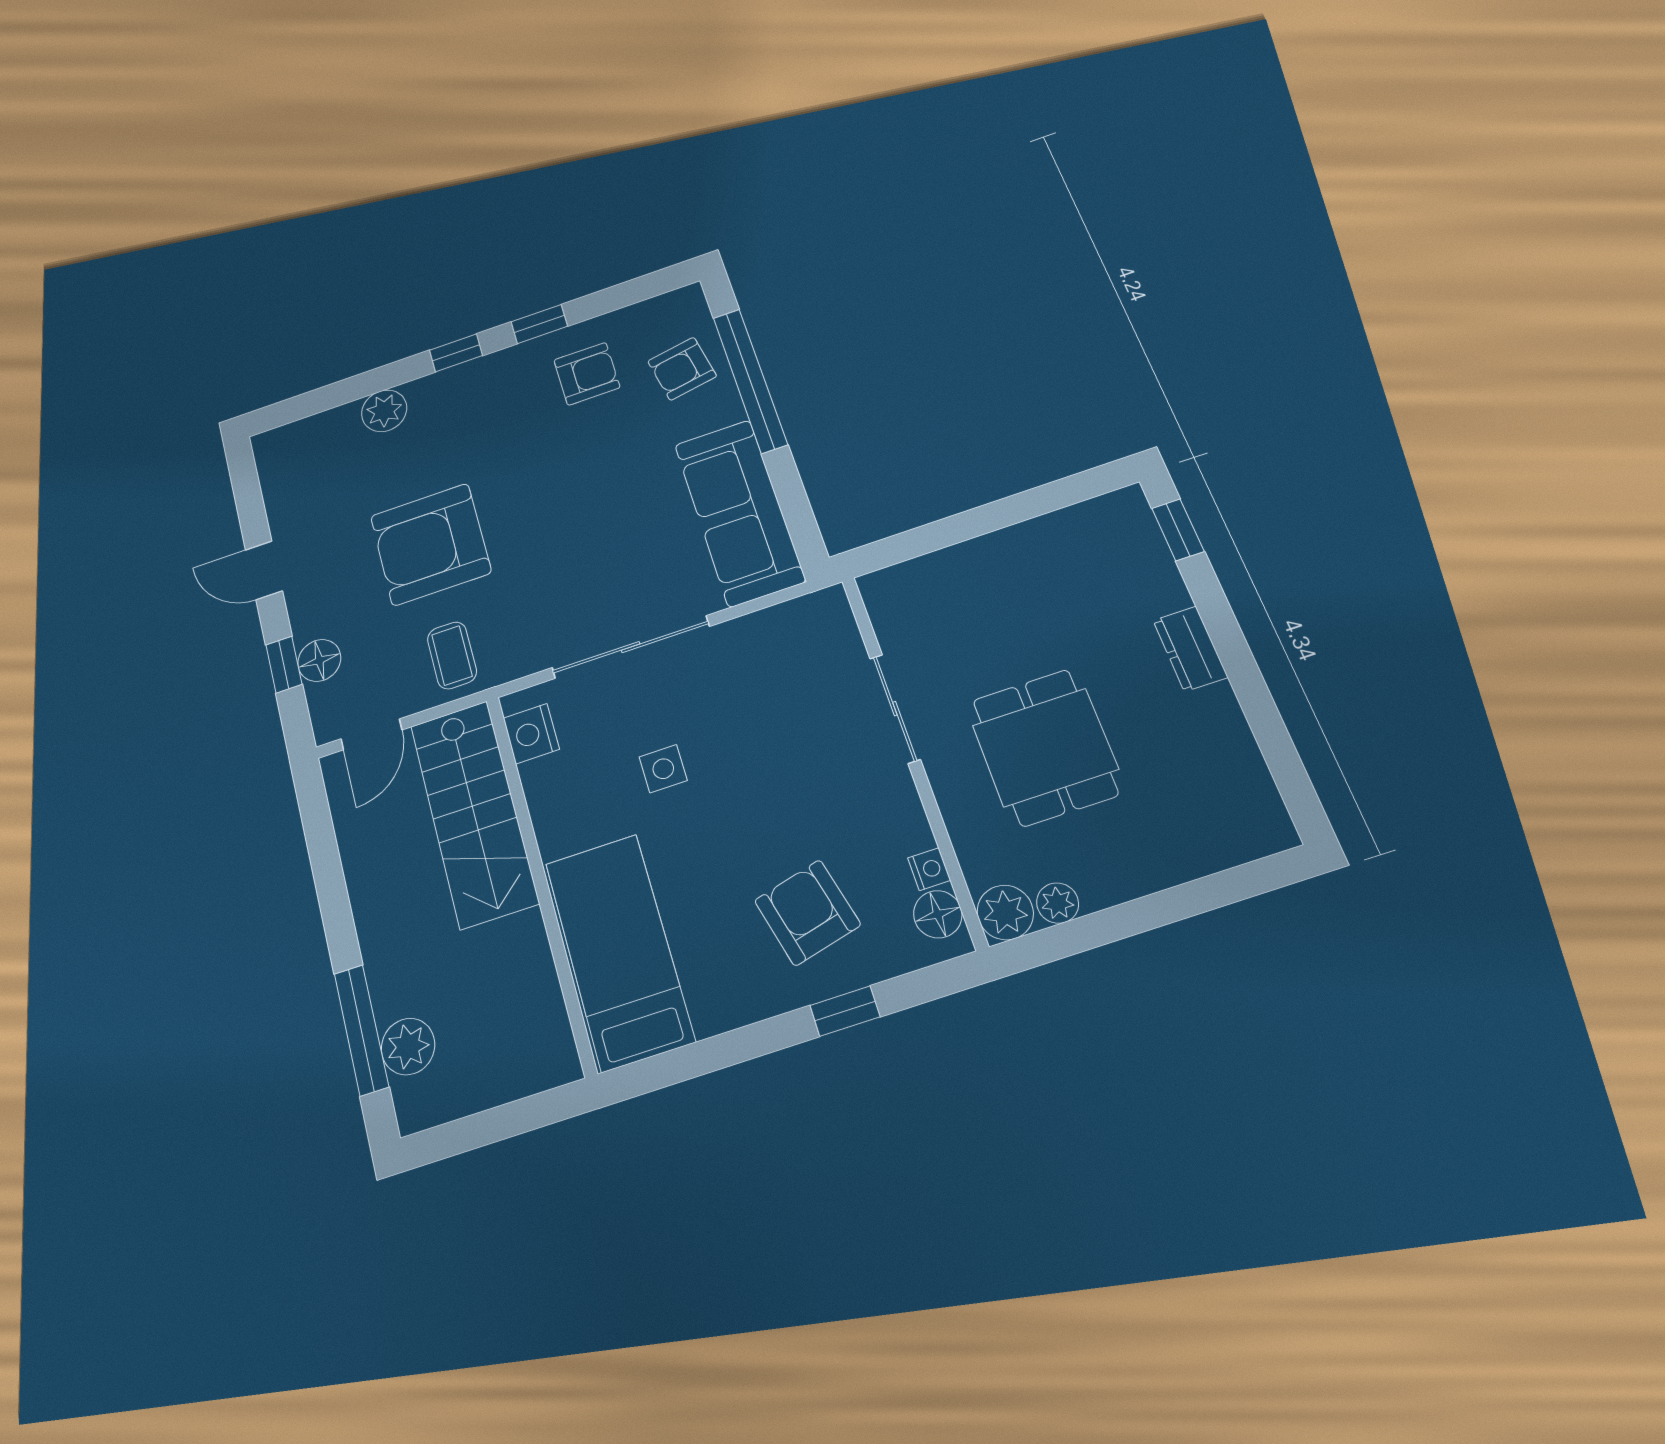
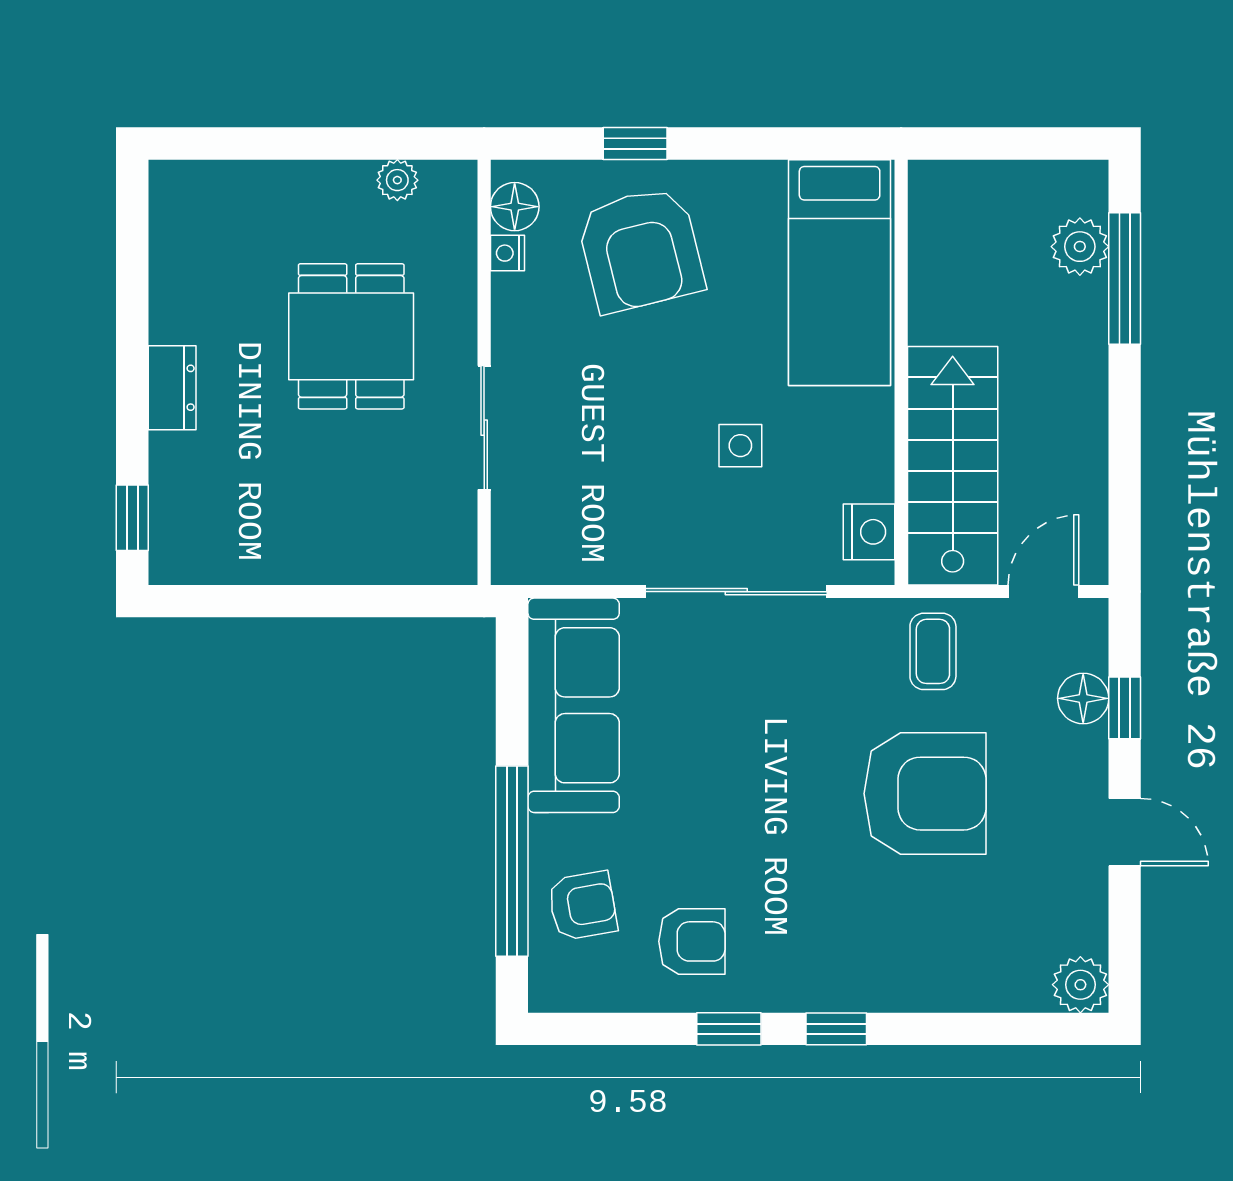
armchair: (587, 374) -> (692, 941), turned 180
plant: (384, 411) -> (1080, 985), moved
plant: (1005, 912) -> (450, 187), removed
armchair: (807, 913) -> (640, 250), width x1.36, depth x1.36

